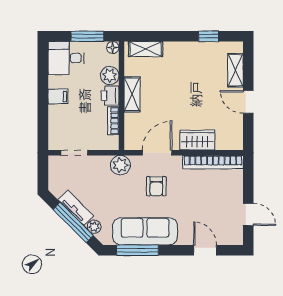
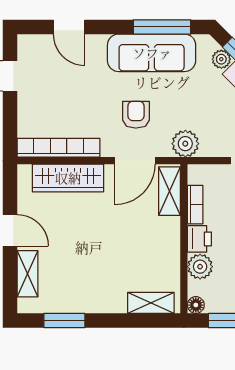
window: (209, 36) -> (64, 320), width x1.50
shelving: (132, 94) -> (169, 191), moved
wardrobe: (197, 140) -> (68, 178), width x1.50

